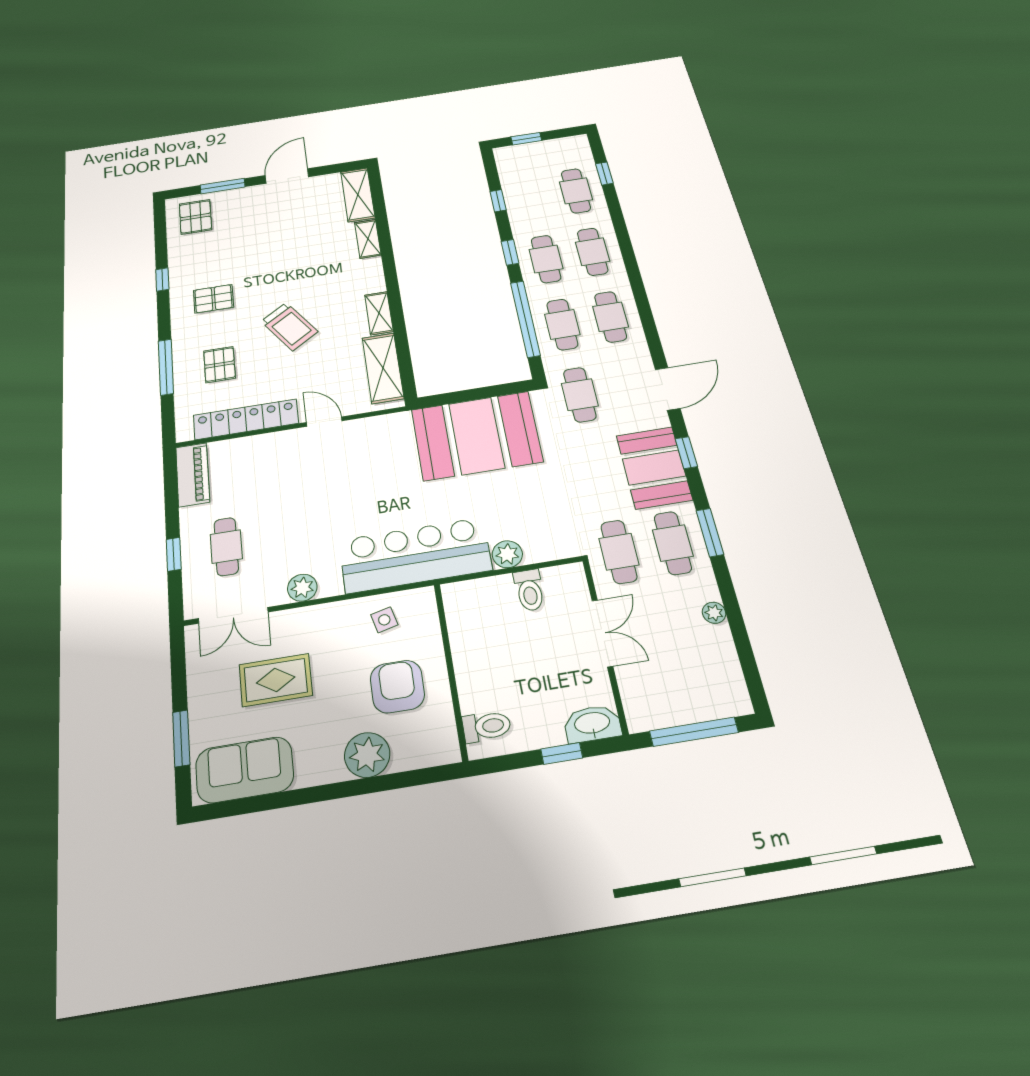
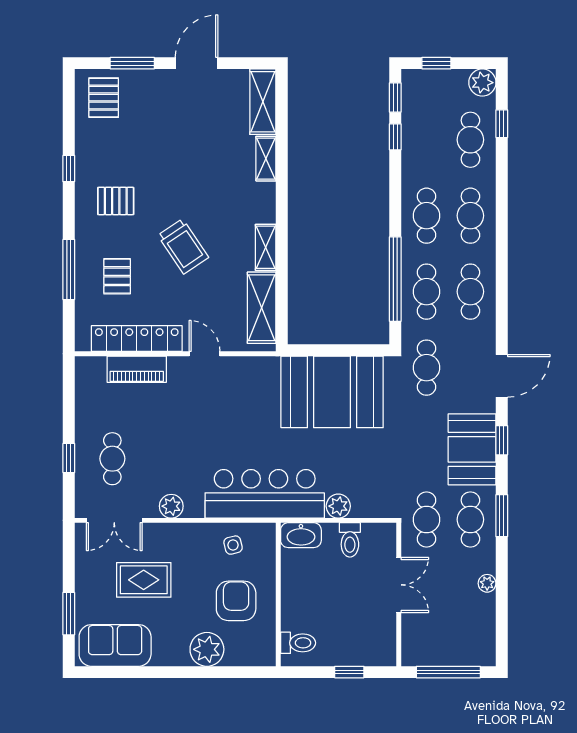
plant: (576, 146) -> (482, 83), added
window: (510, 252) -> (395, 97), moved
piano: (193, 475) -> (137, 369), moved, turned 90
washbasin: (592, 724) -> (301, 535), moved, turned 180

